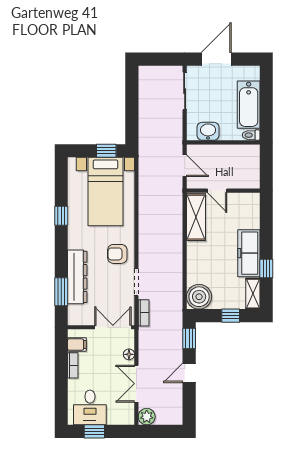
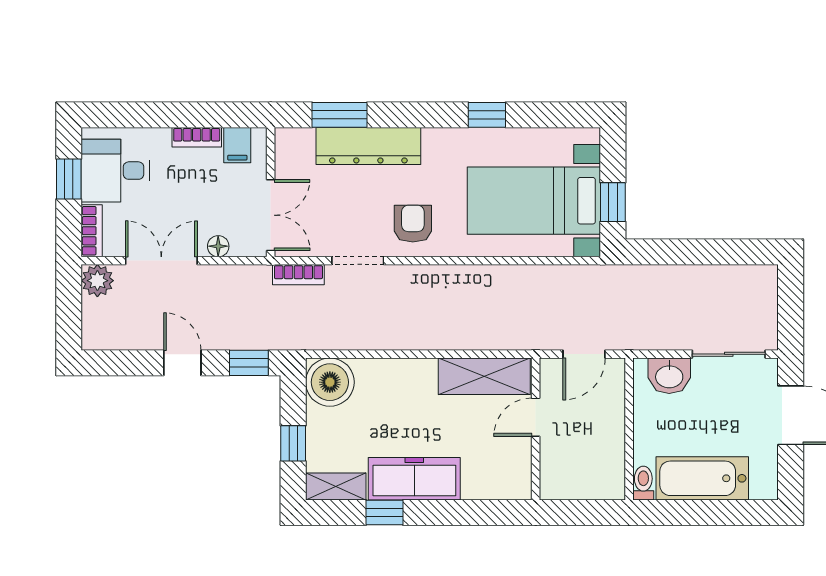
washbasin: (208, 131) -> (669, 376), moved, turned 90
bookcase: (121, 420) -> (92, 231), added

